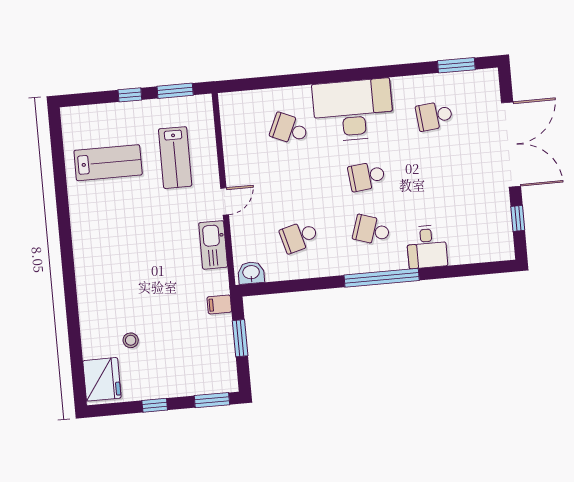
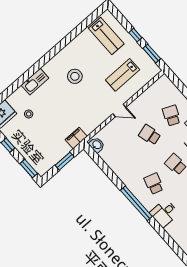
lab bench: (108, 163) -> (106, 36), moved
stool: (125, 230) -> (75, 76), added
school desk: (299, 237) -> (150, 135), moved
kitchen sink: (213, 245) -> (35, 82), moved, turned 180
filing cabinet: (219, 304) -> (76, 138), width x2.00

